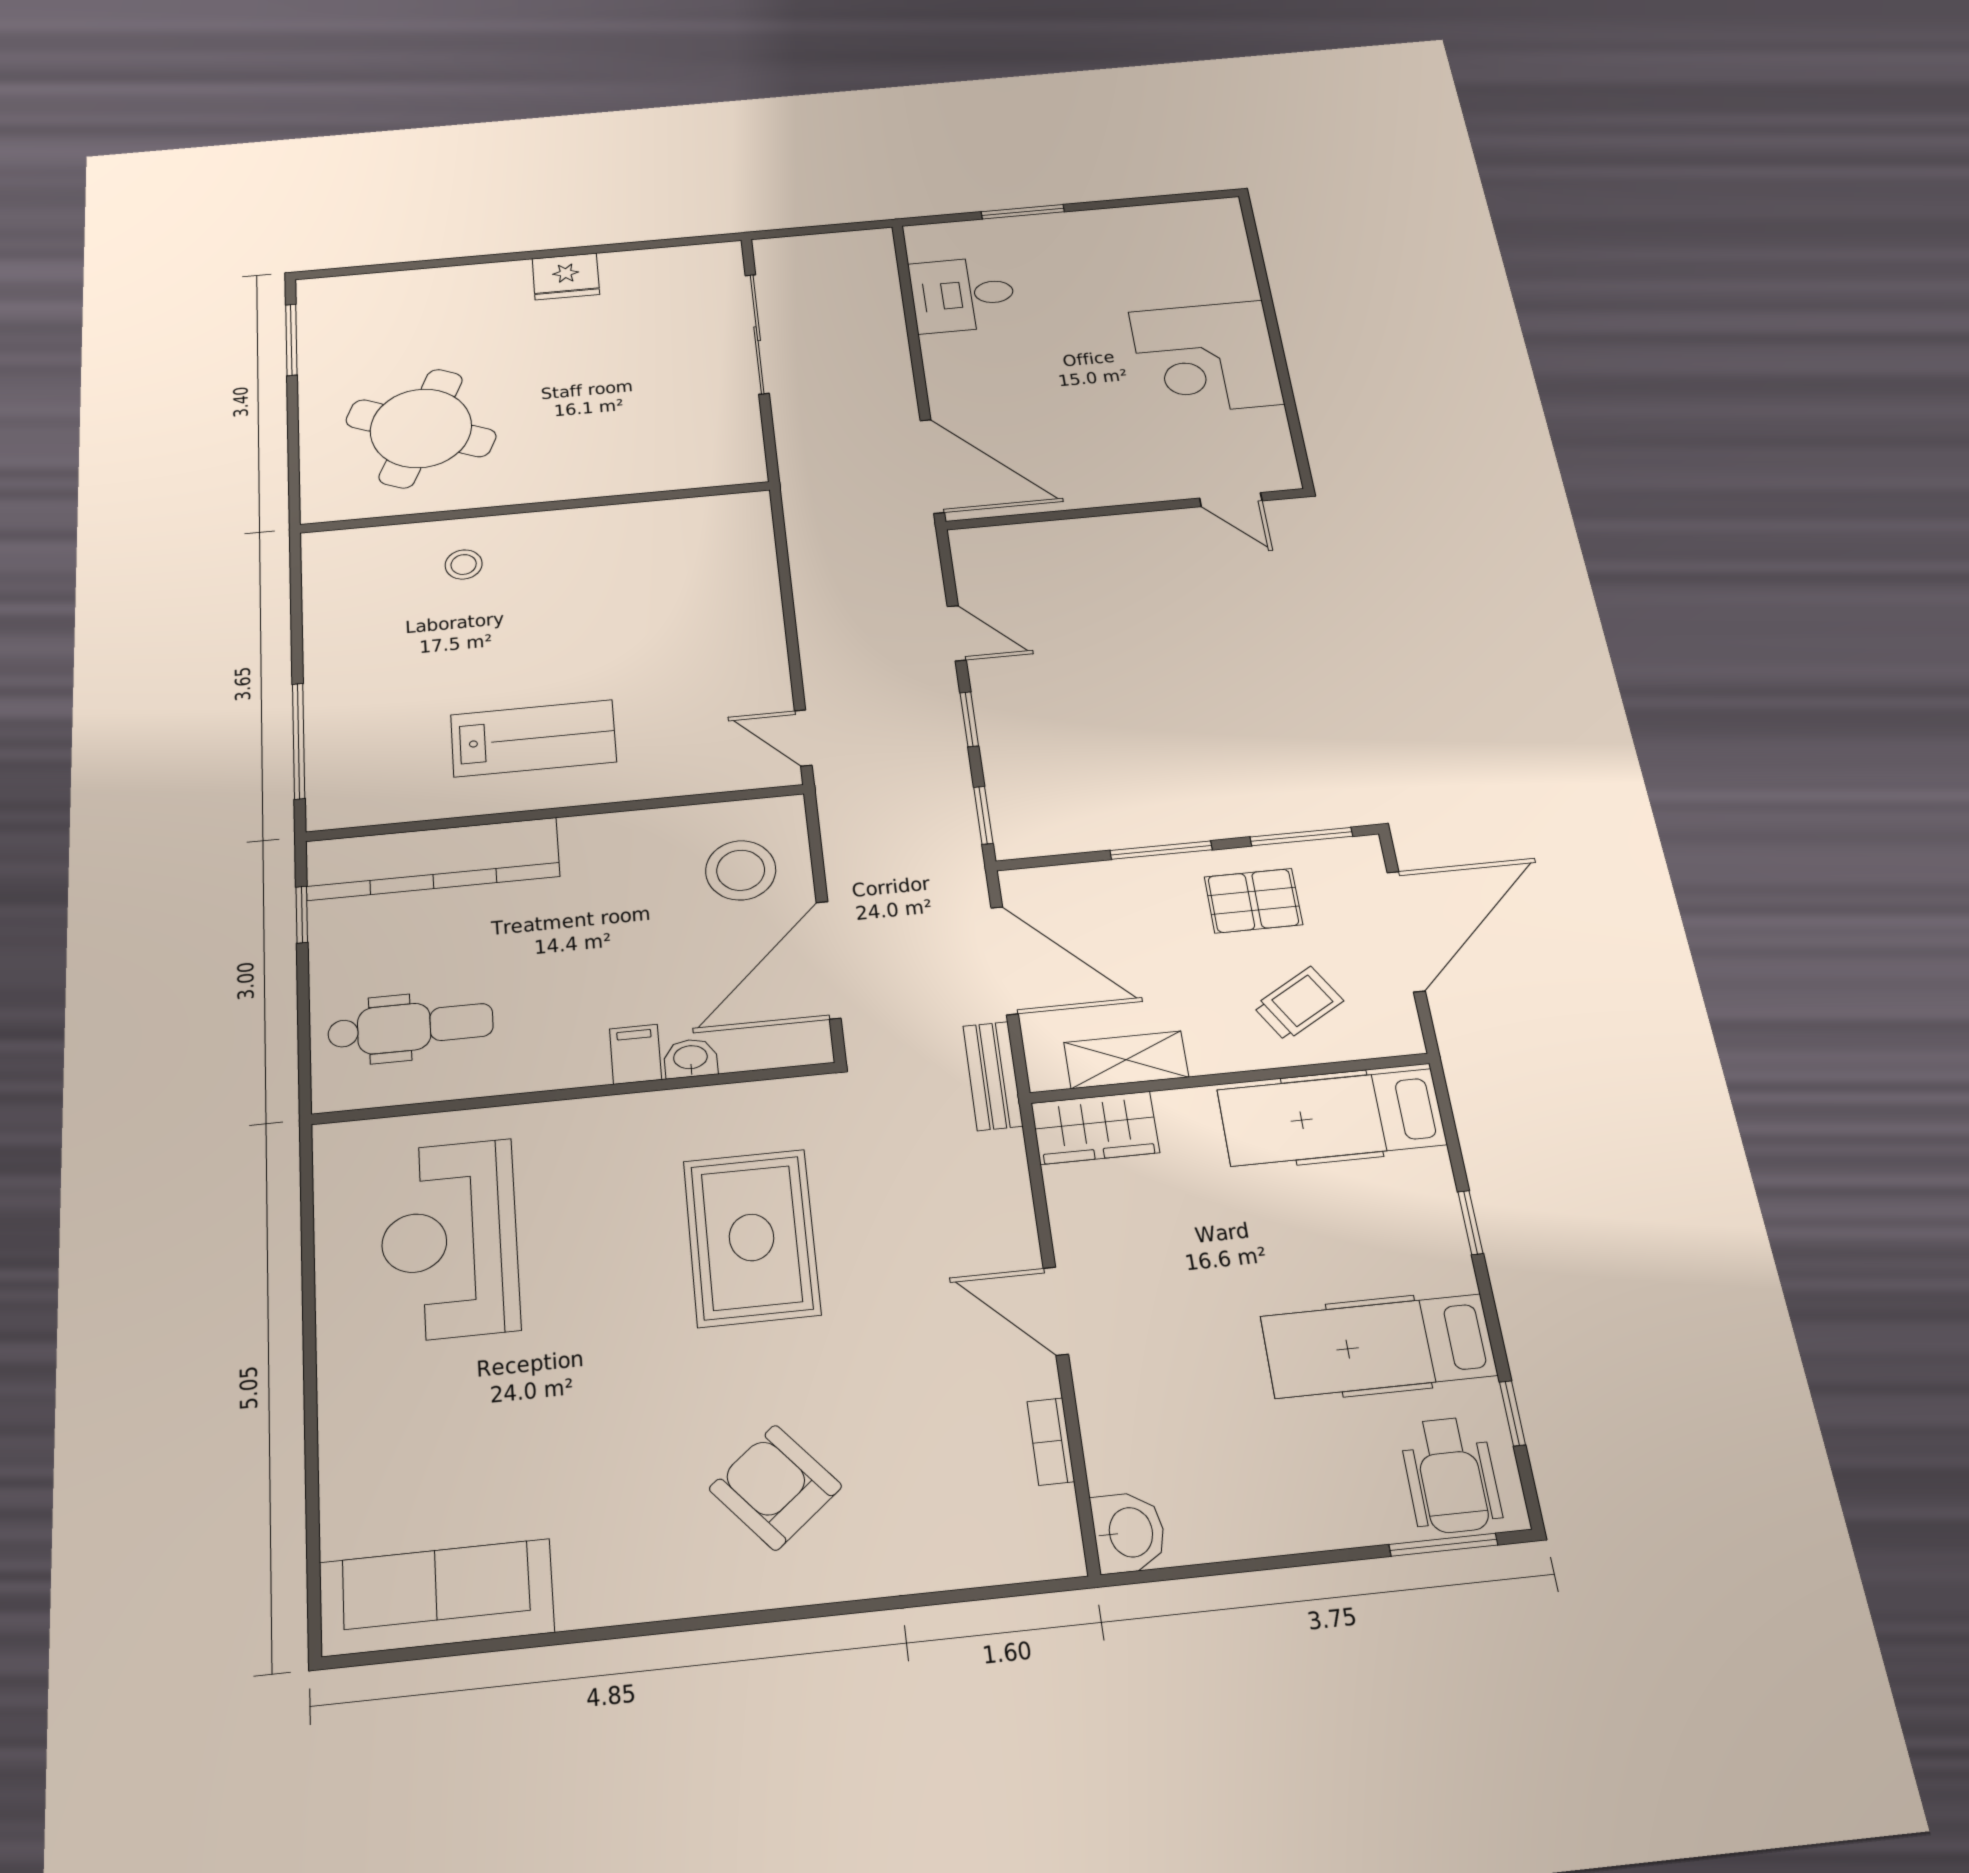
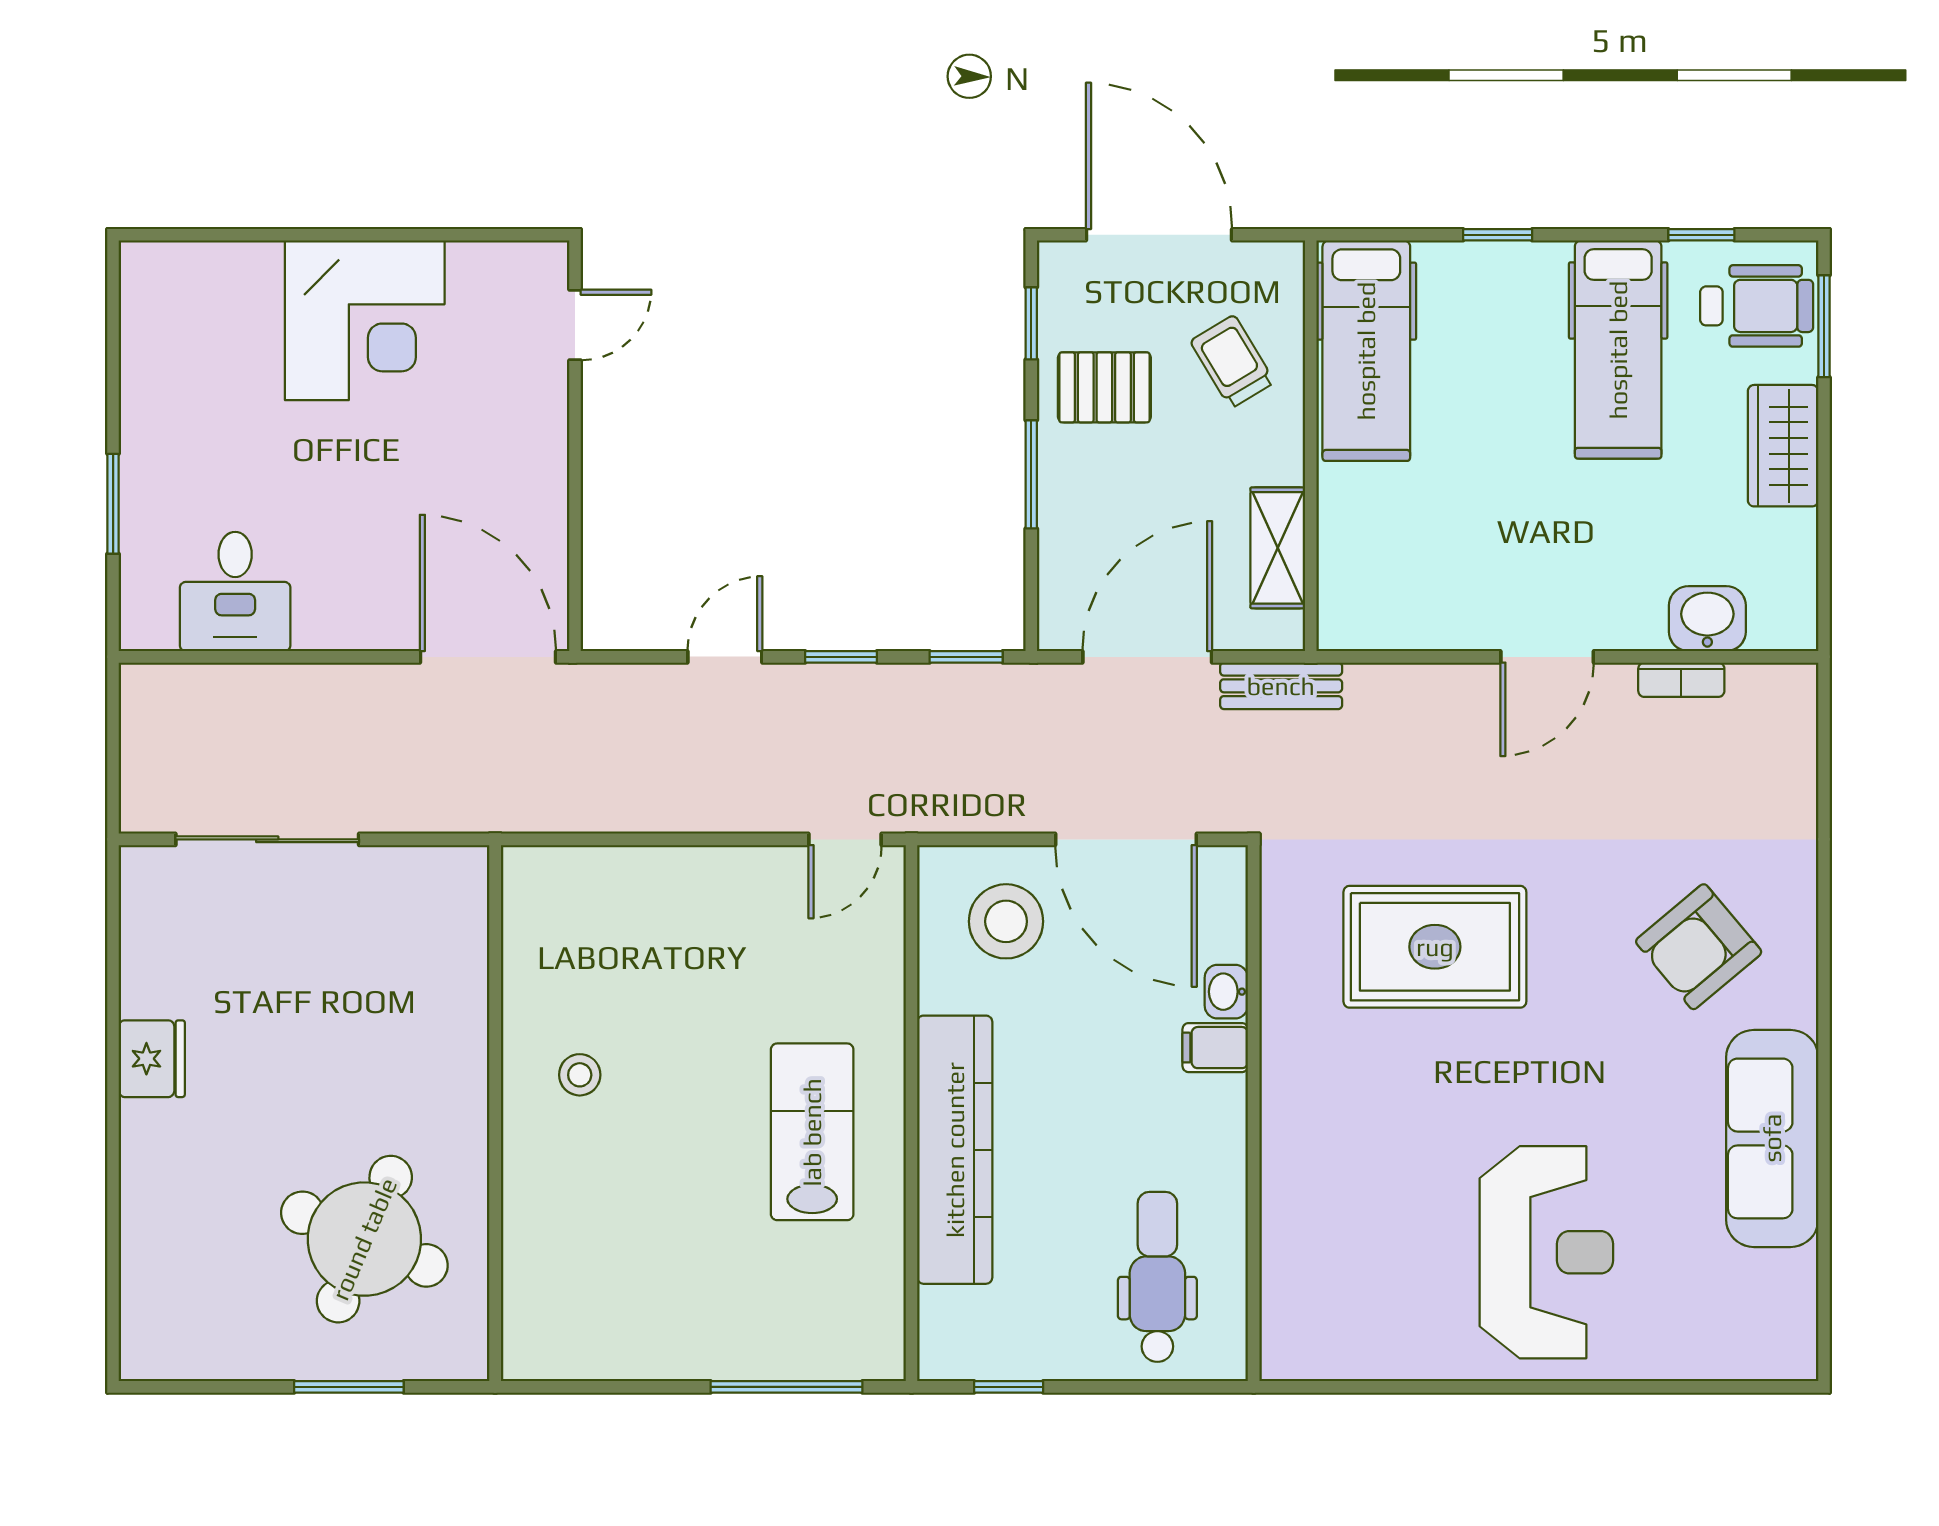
window: (291, 340) -> (349, 1387), moved
door: (932, 466) -> (488, 657), hinge flipped
stool: (464, 565) -> (580, 1075), moved
window: (1301, 837) -> (1031, 323), width x0.67
kitchen counter: (432, 859) -> (955, 1150), moved
pallet: (1253, 901) -> (1104, 387), turned 90
wardrobe: (1095, 1128) -> (1783, 446), moved, turned 180
reception desk: (449, 1240) -> (1546, 1252), moved, turned -90
washbasin: (1129, 1532) -> (1707, 619), moved
sofa: (436, 1597) -> (1772, 1138), moved

